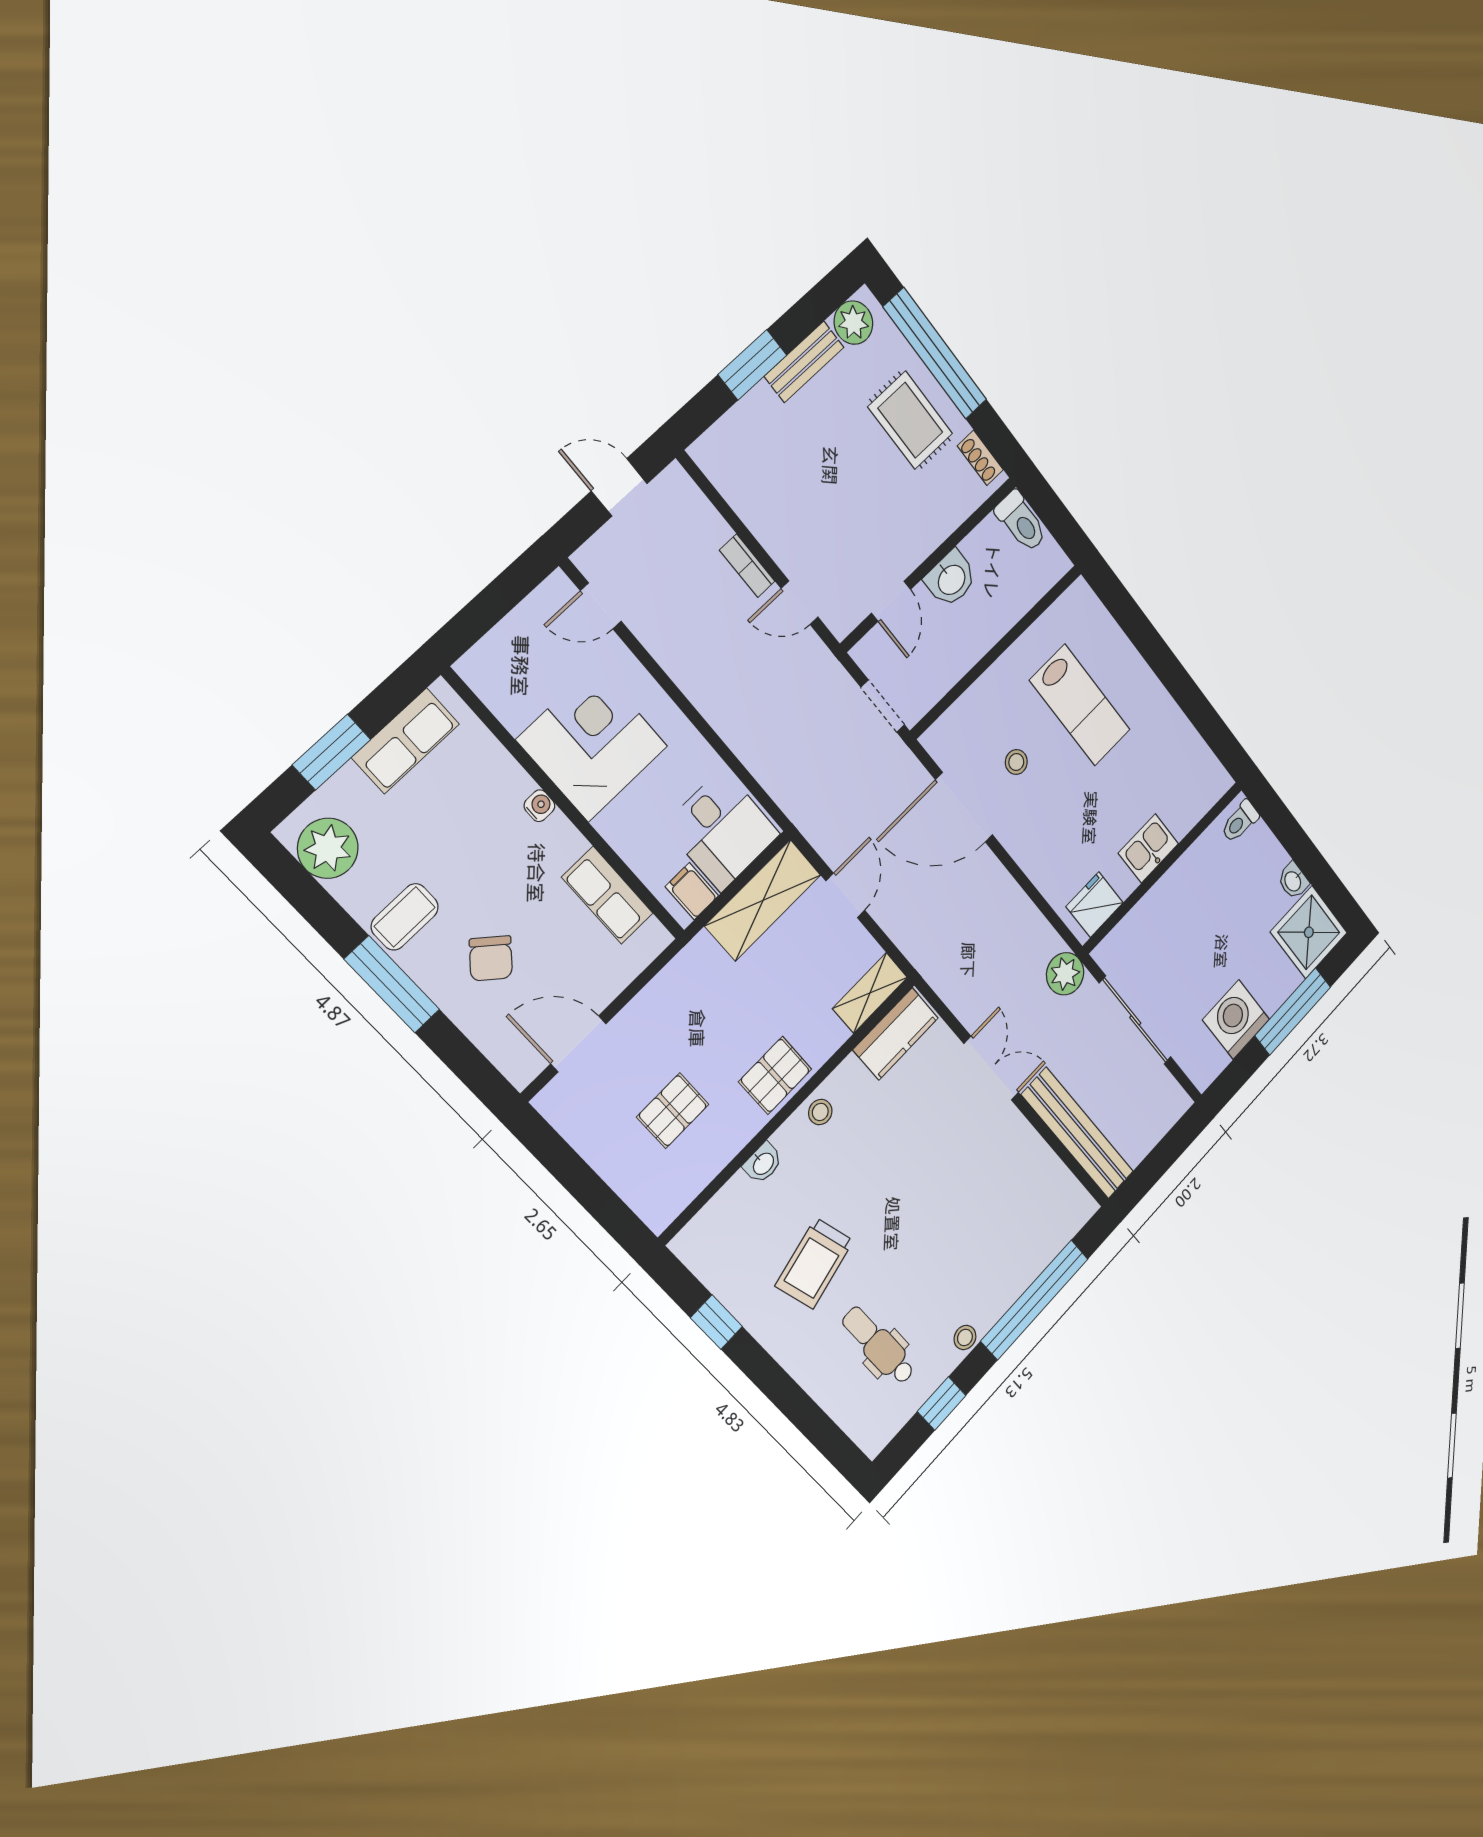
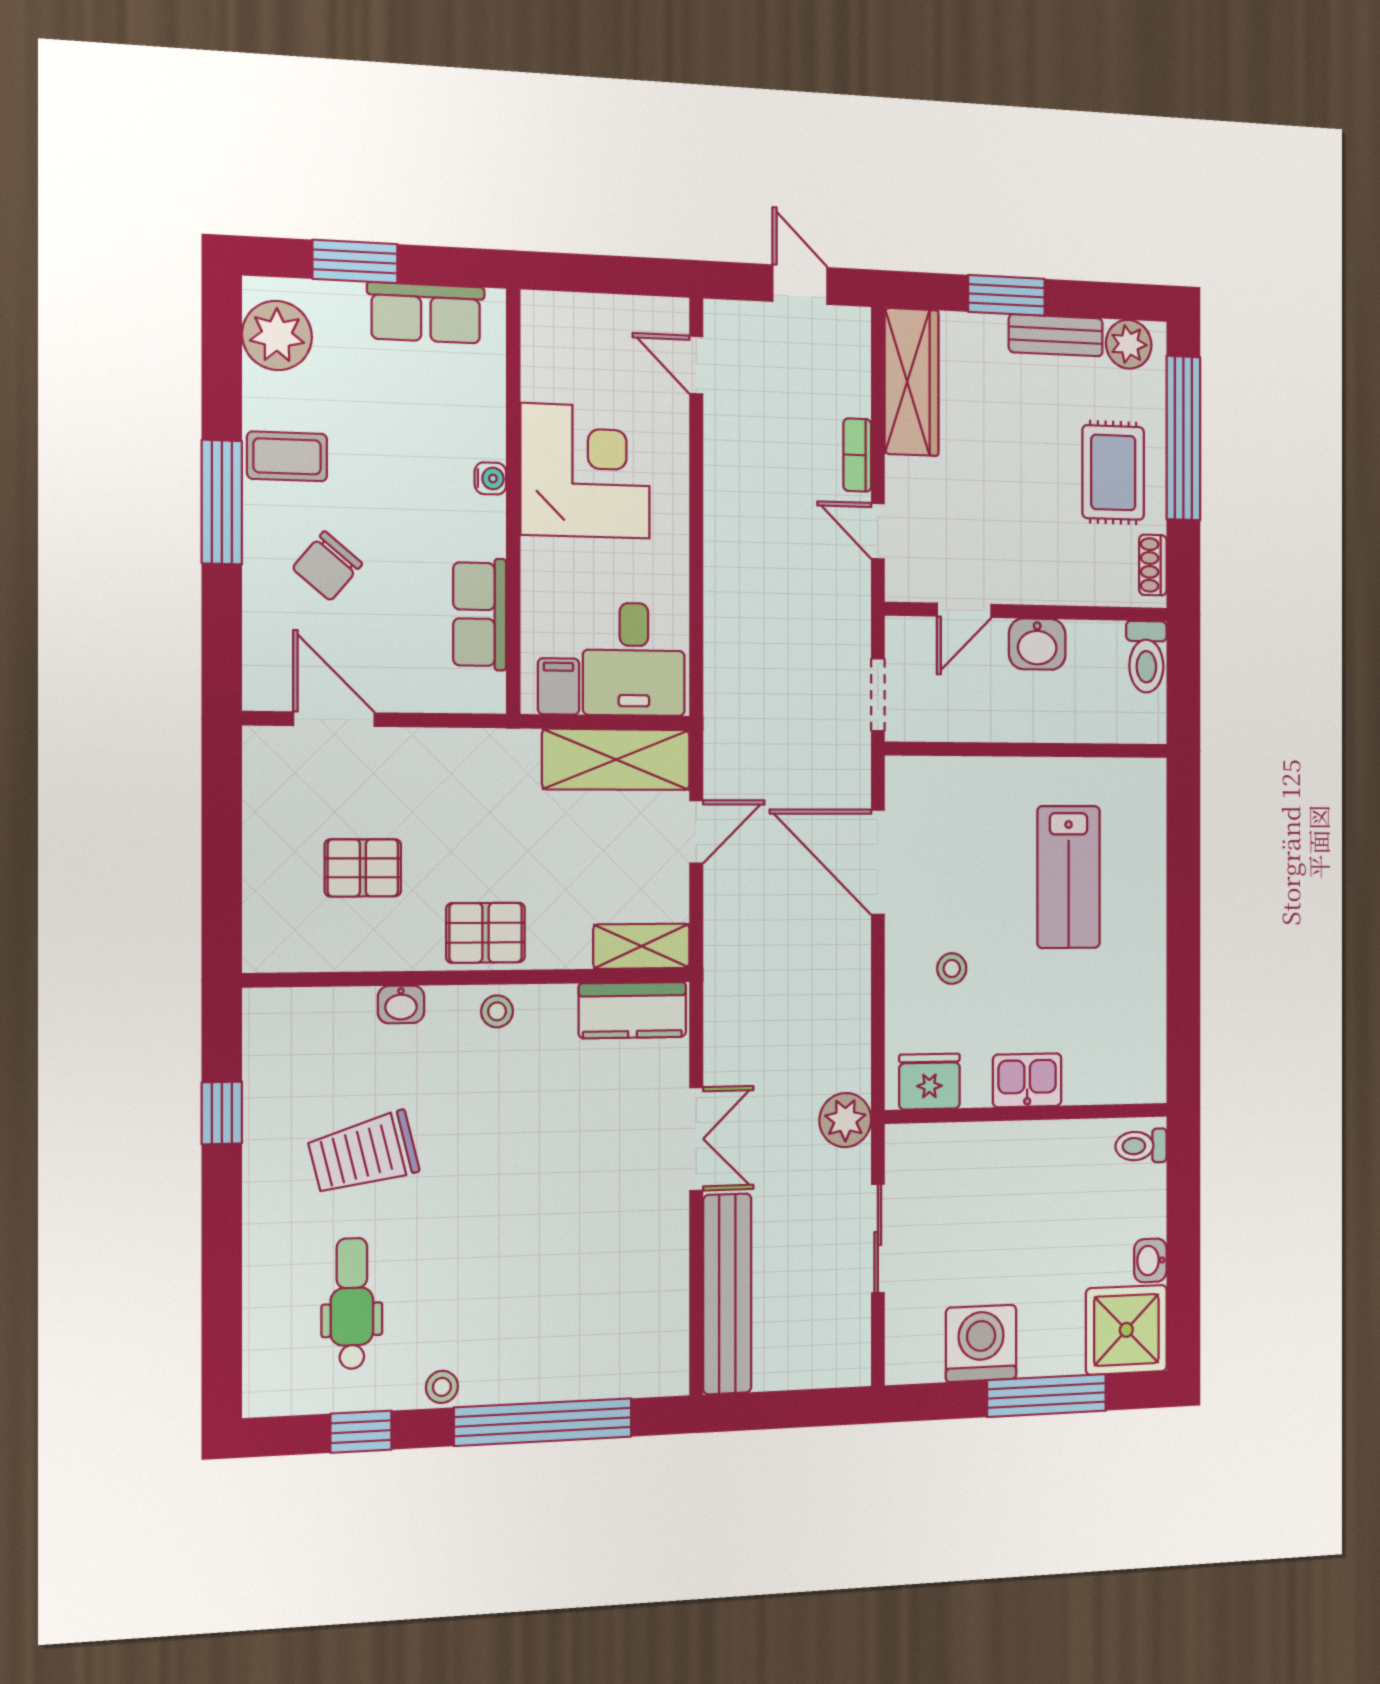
wardrobe: (741, 484) -> (911, 382), added
stool: (1016, 762) -> (952, 969), moved
sliding door: (1135, 1020) -> (878, 1238), width x0.73

